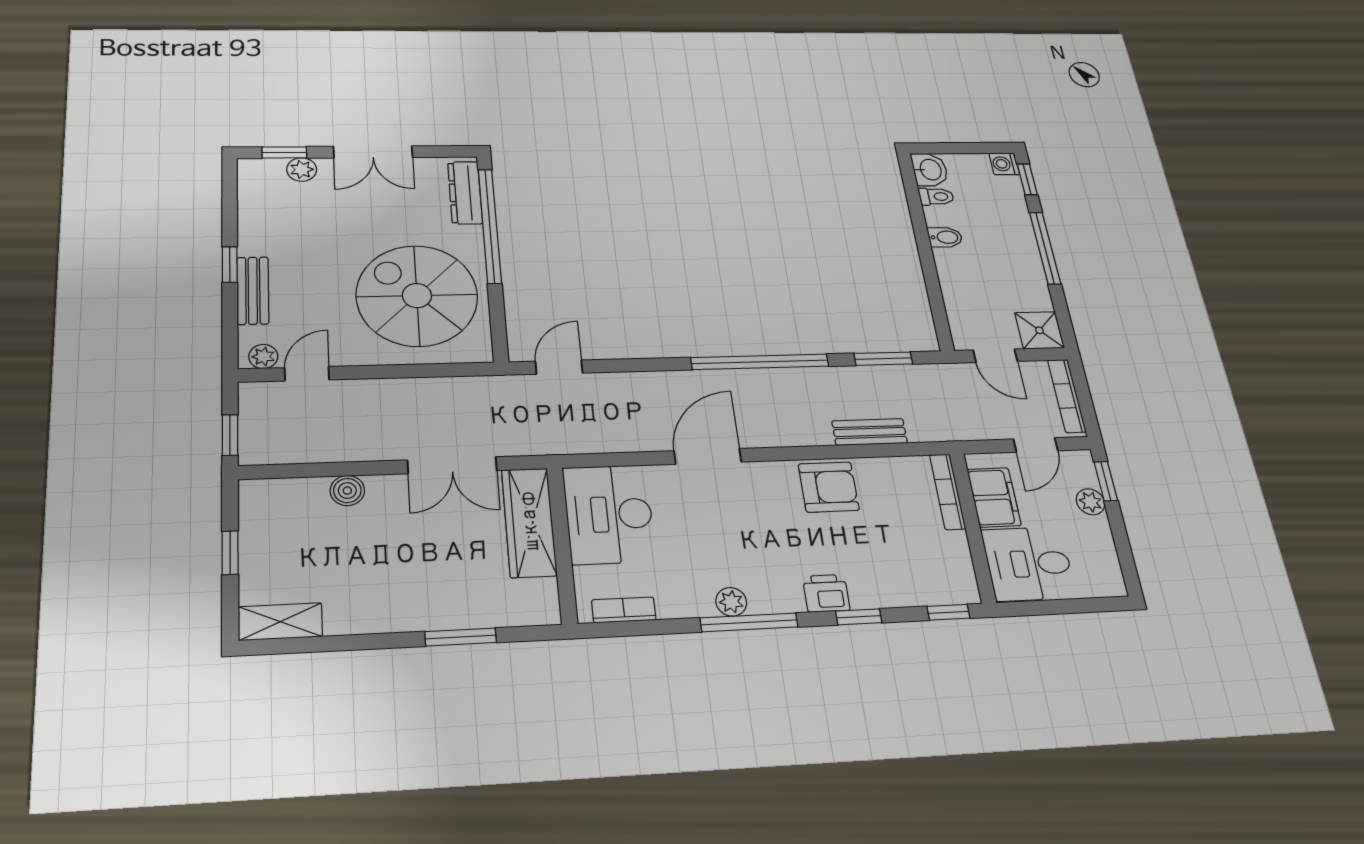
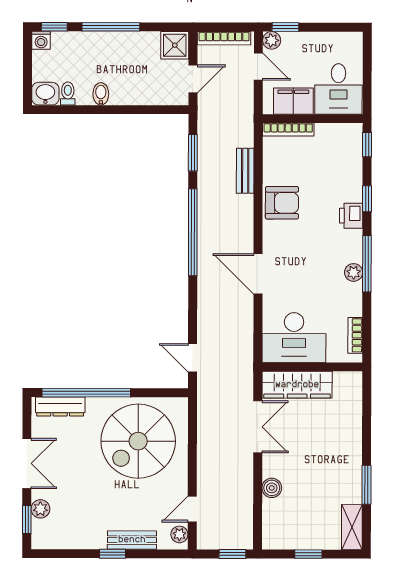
door: (307, 374) -> (192, 509), hinge flipped
armchair: (829, 487) -> (282, 203), turned 90
plant: (1091, 502) -> (272, 40), moved
window: (461, 637) -> (366, 485), moved

